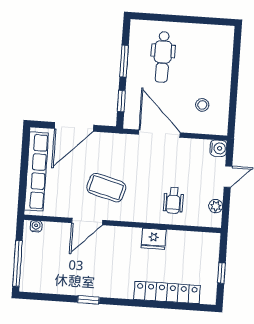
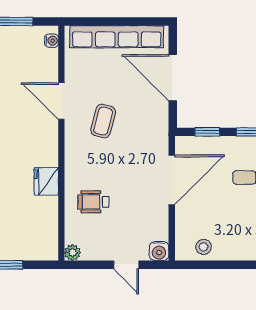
stool: (202, 105) -> (204, 247), moved
coffee table: (106, 188) -> (103, 121), width x0.73, depth x0.77
plant: (216, 206) -> (73, 253), moved

